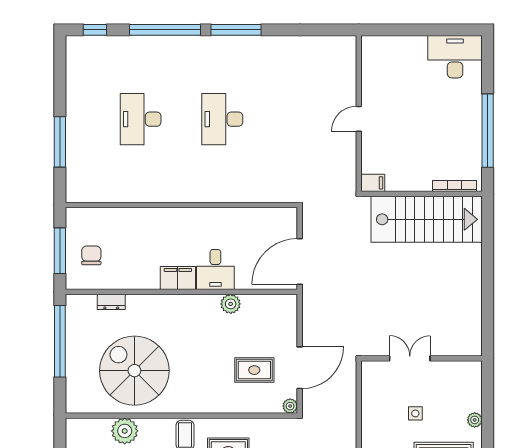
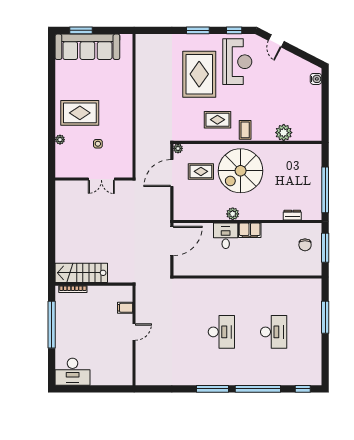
filing cabinet: (373, 183) -> (125, 308), moved
stairs: (427, 219) -> (81, 273), width x0.73, depth x0.66
plant: (231, 304) -> (233, 214), moved
spiral stairs: (134, 371) -> (241, 171), moved, turned 90

